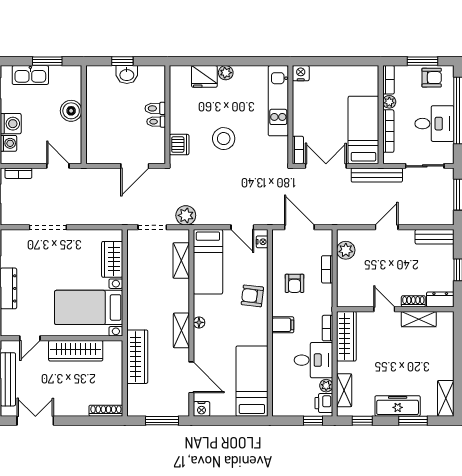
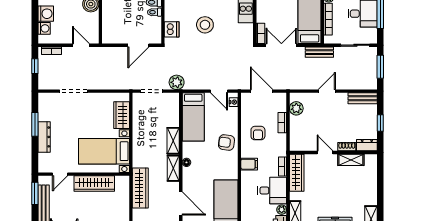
bench: (377, 175) -> (319, 52), width x0.73
shelving: (181, 260) -> (173, 141), moved

